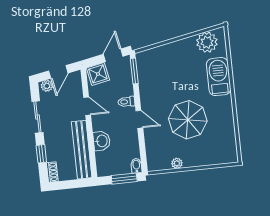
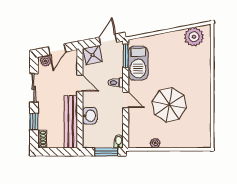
barbecue: (219, 77) -> (138, 63), moved, turned 180

